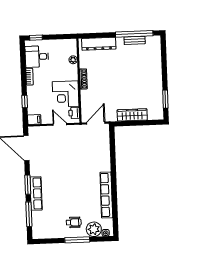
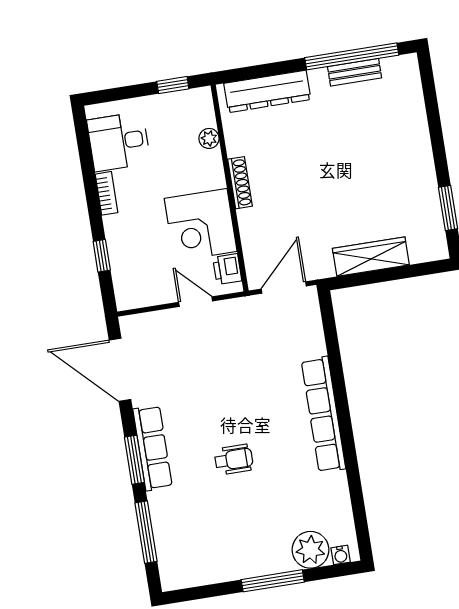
window: (36, 38) -> (173, 85), moved
filing cabinet: (34, 120) -> (131, 297), removed
row of seats: (36, 194) -> (153, 448), moved
row of seats: (106, 195) -> (323, 415), moved
wheelchair: (74, 222) -> (234, 459), moved

